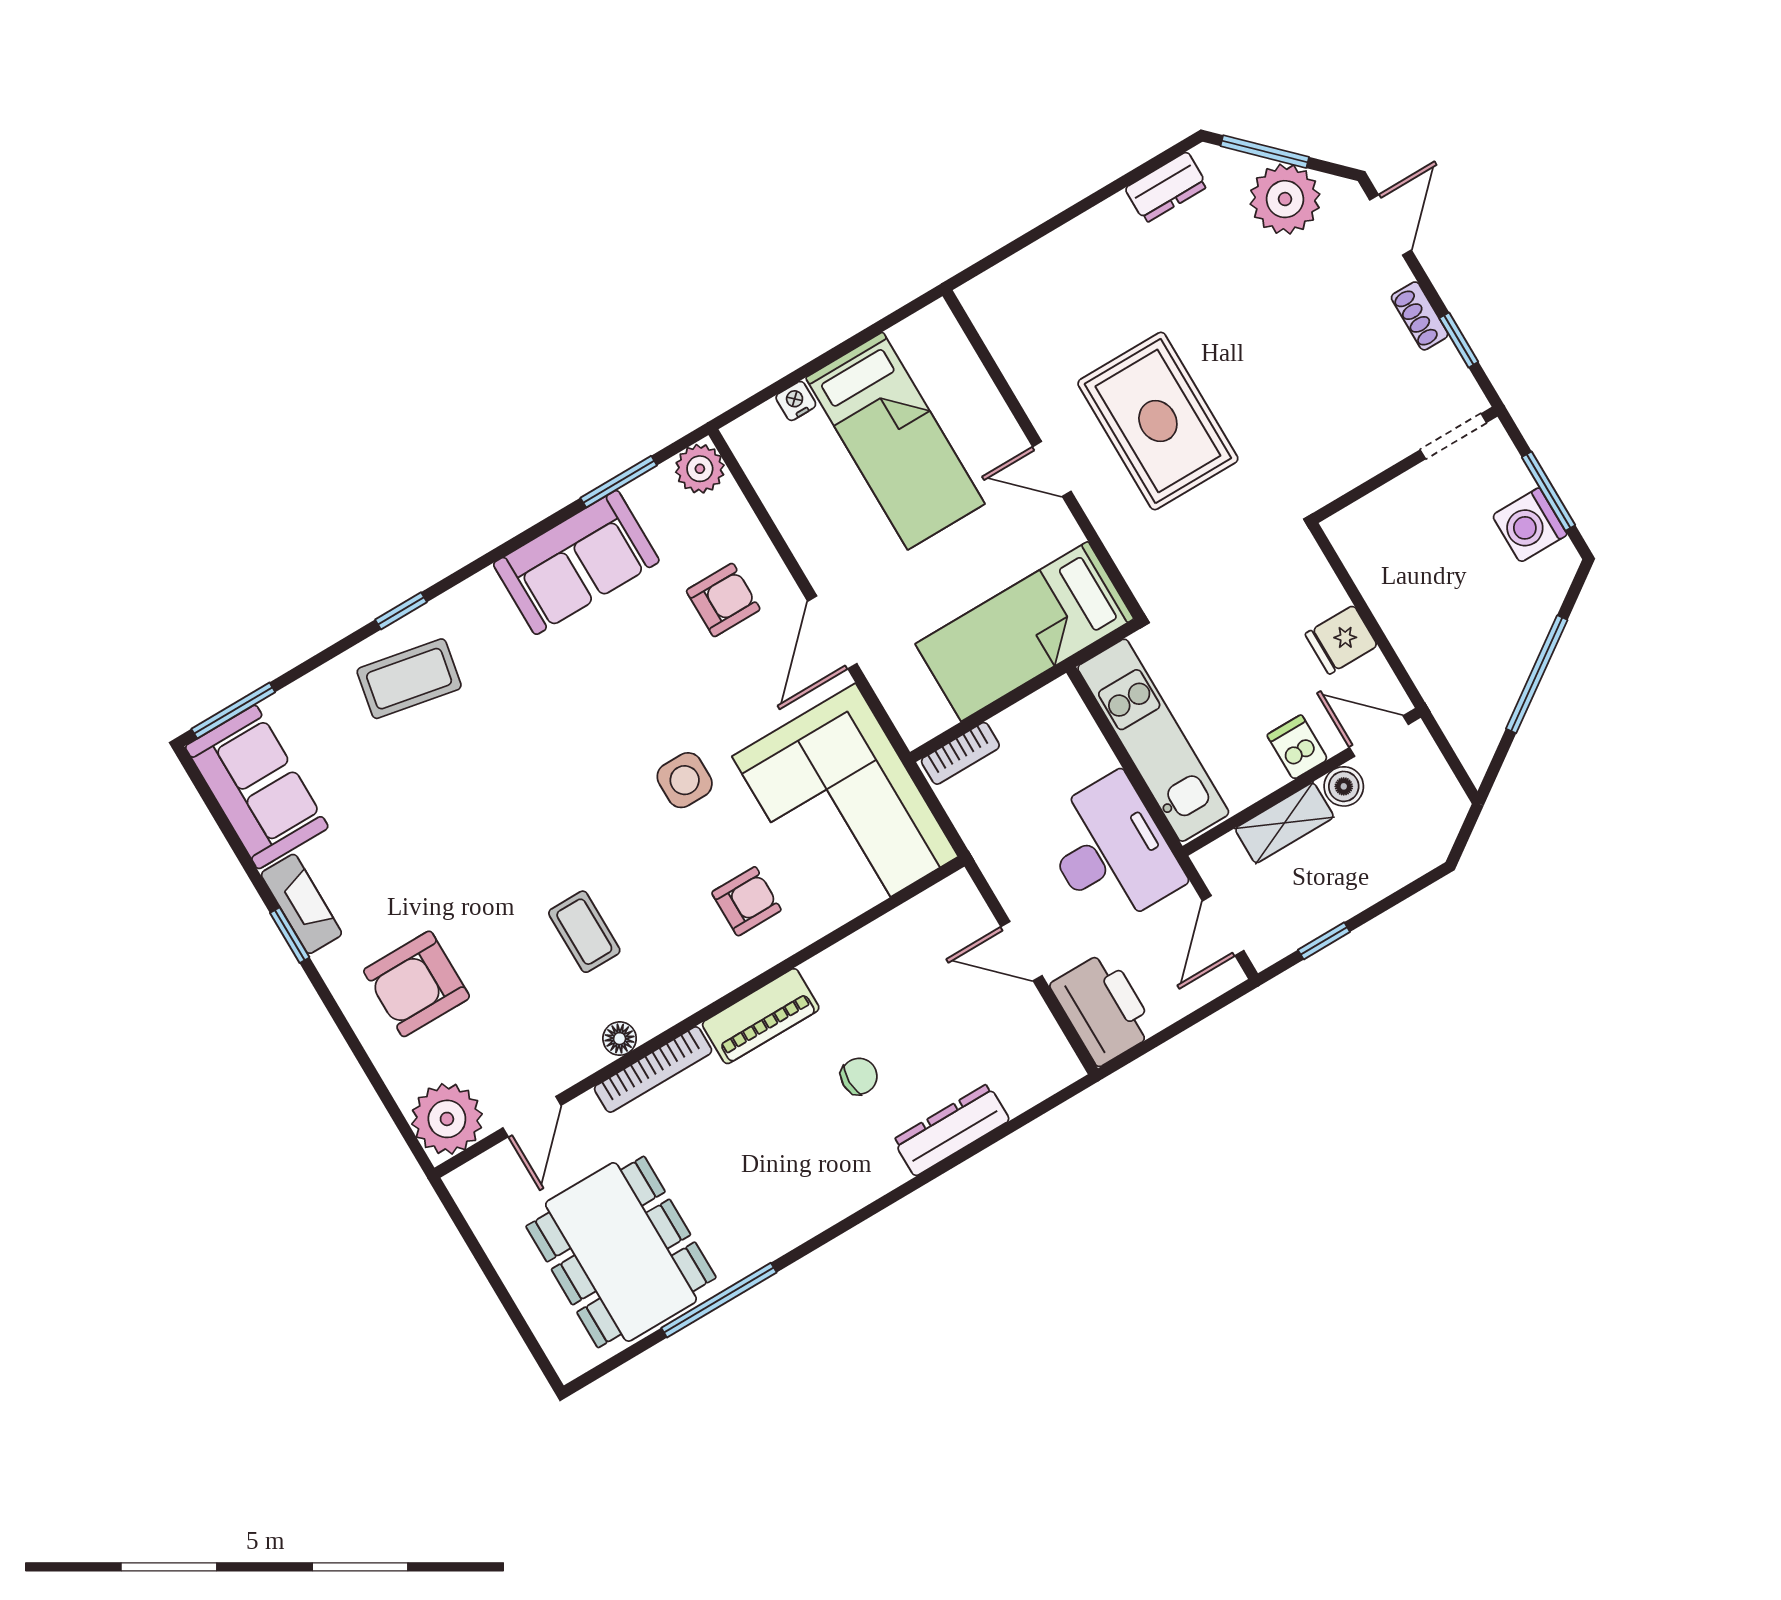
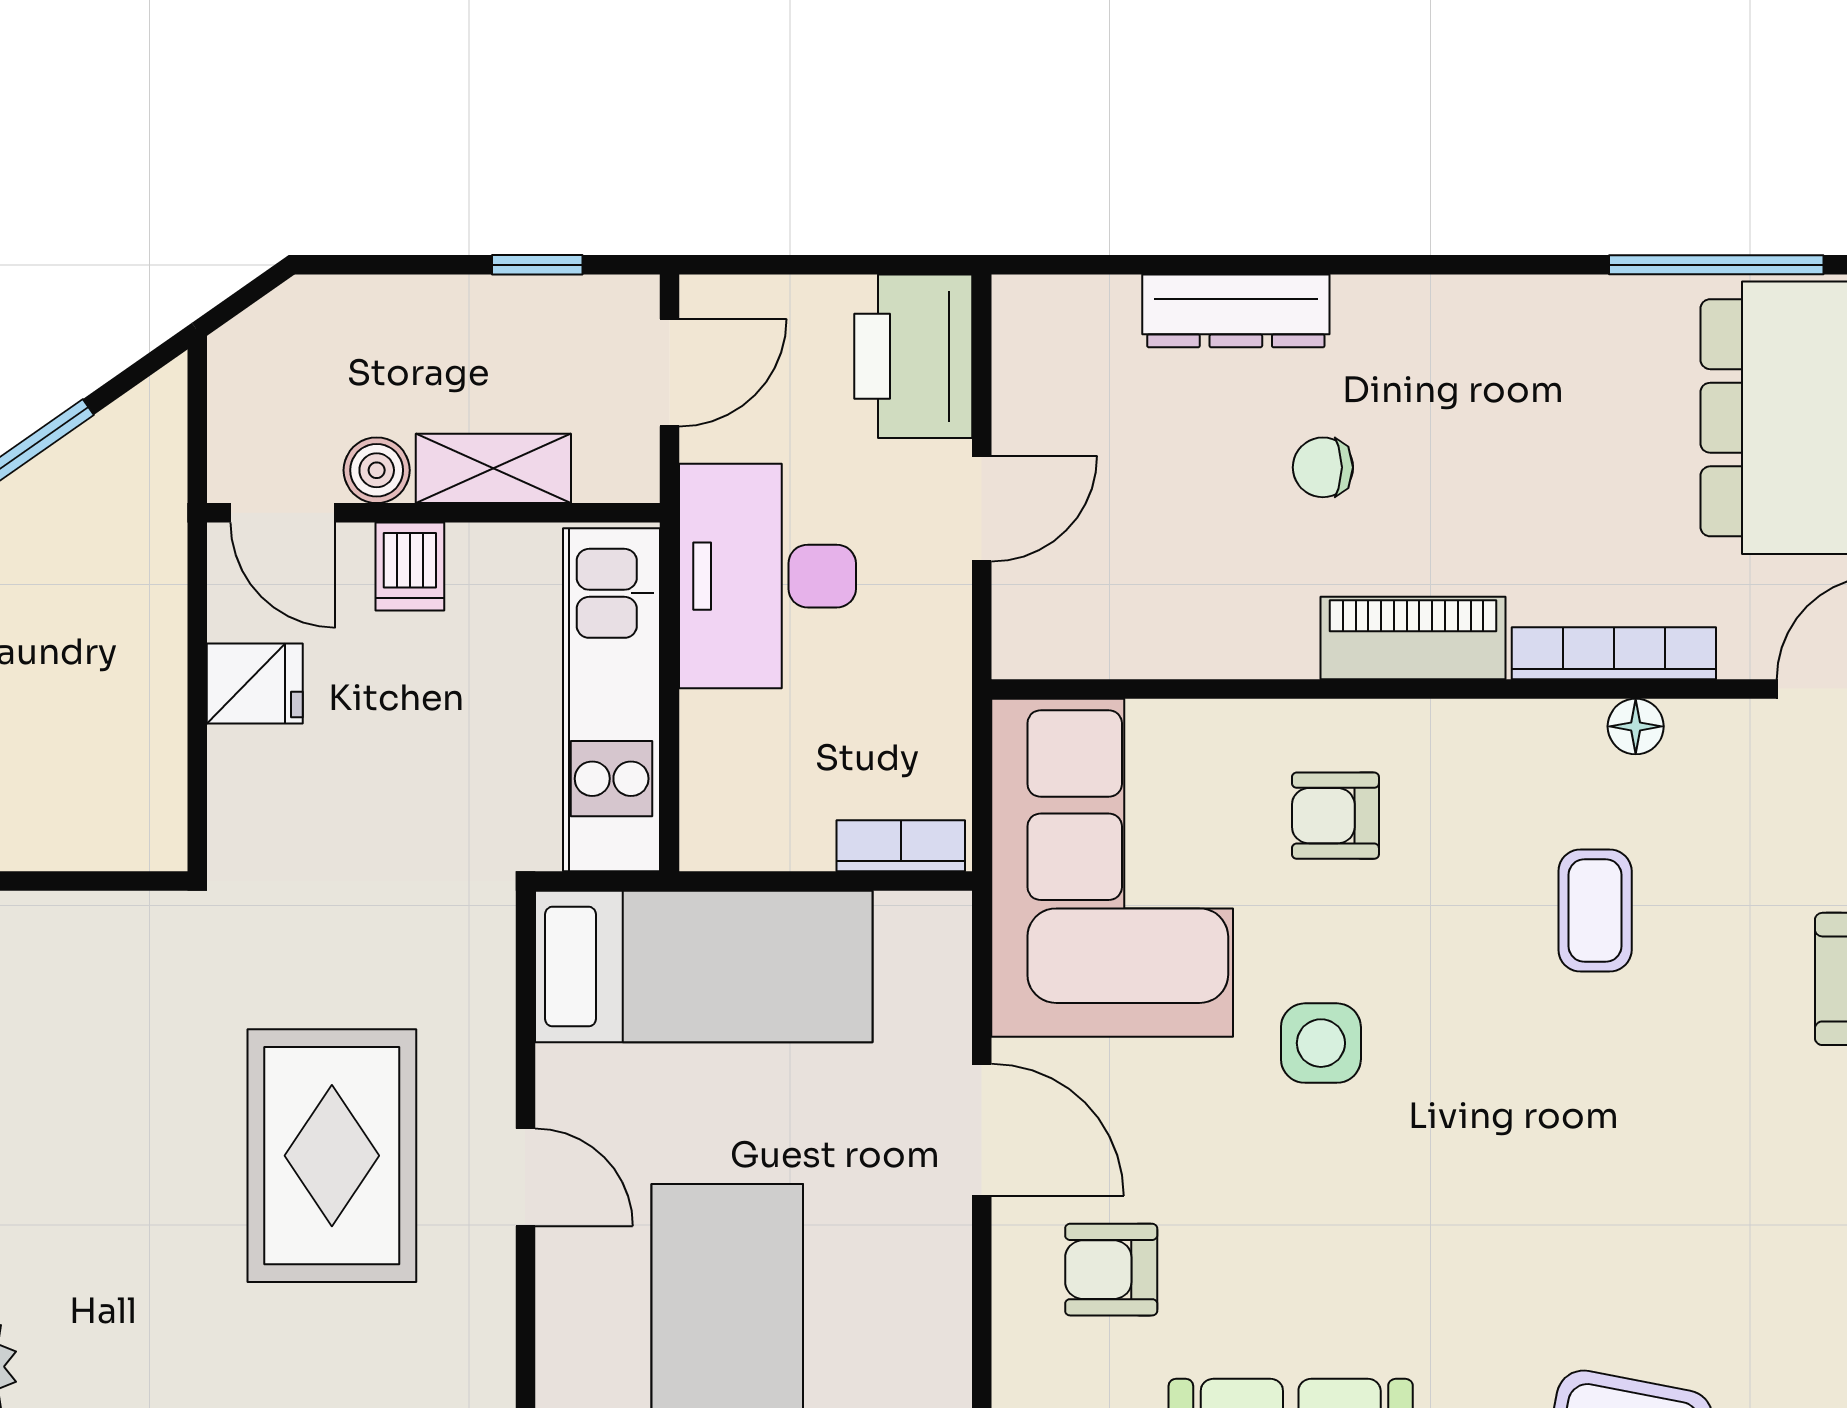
door: (832, 632) -> (982, 1130), hinge flipped
door: (1022, 951) -> (982, 509), hinge flipped

